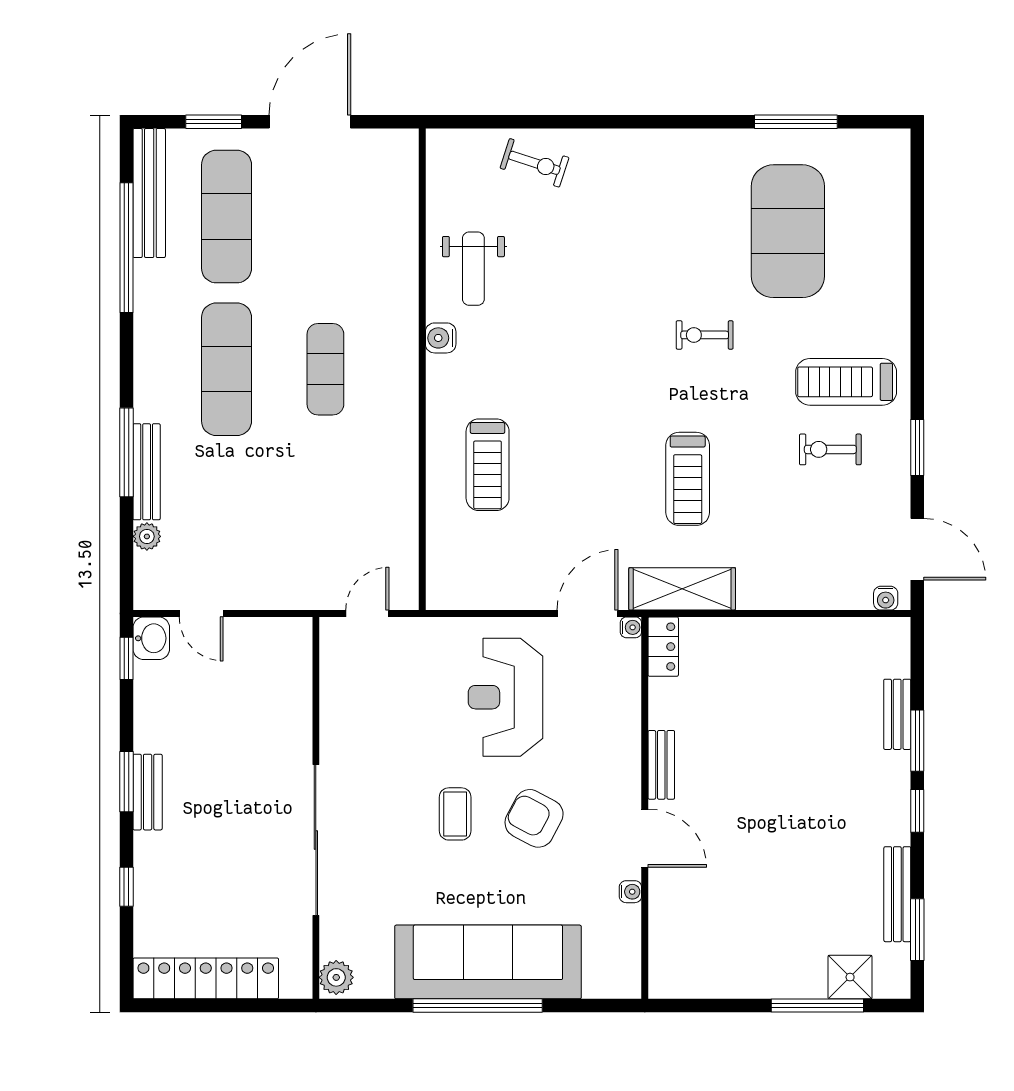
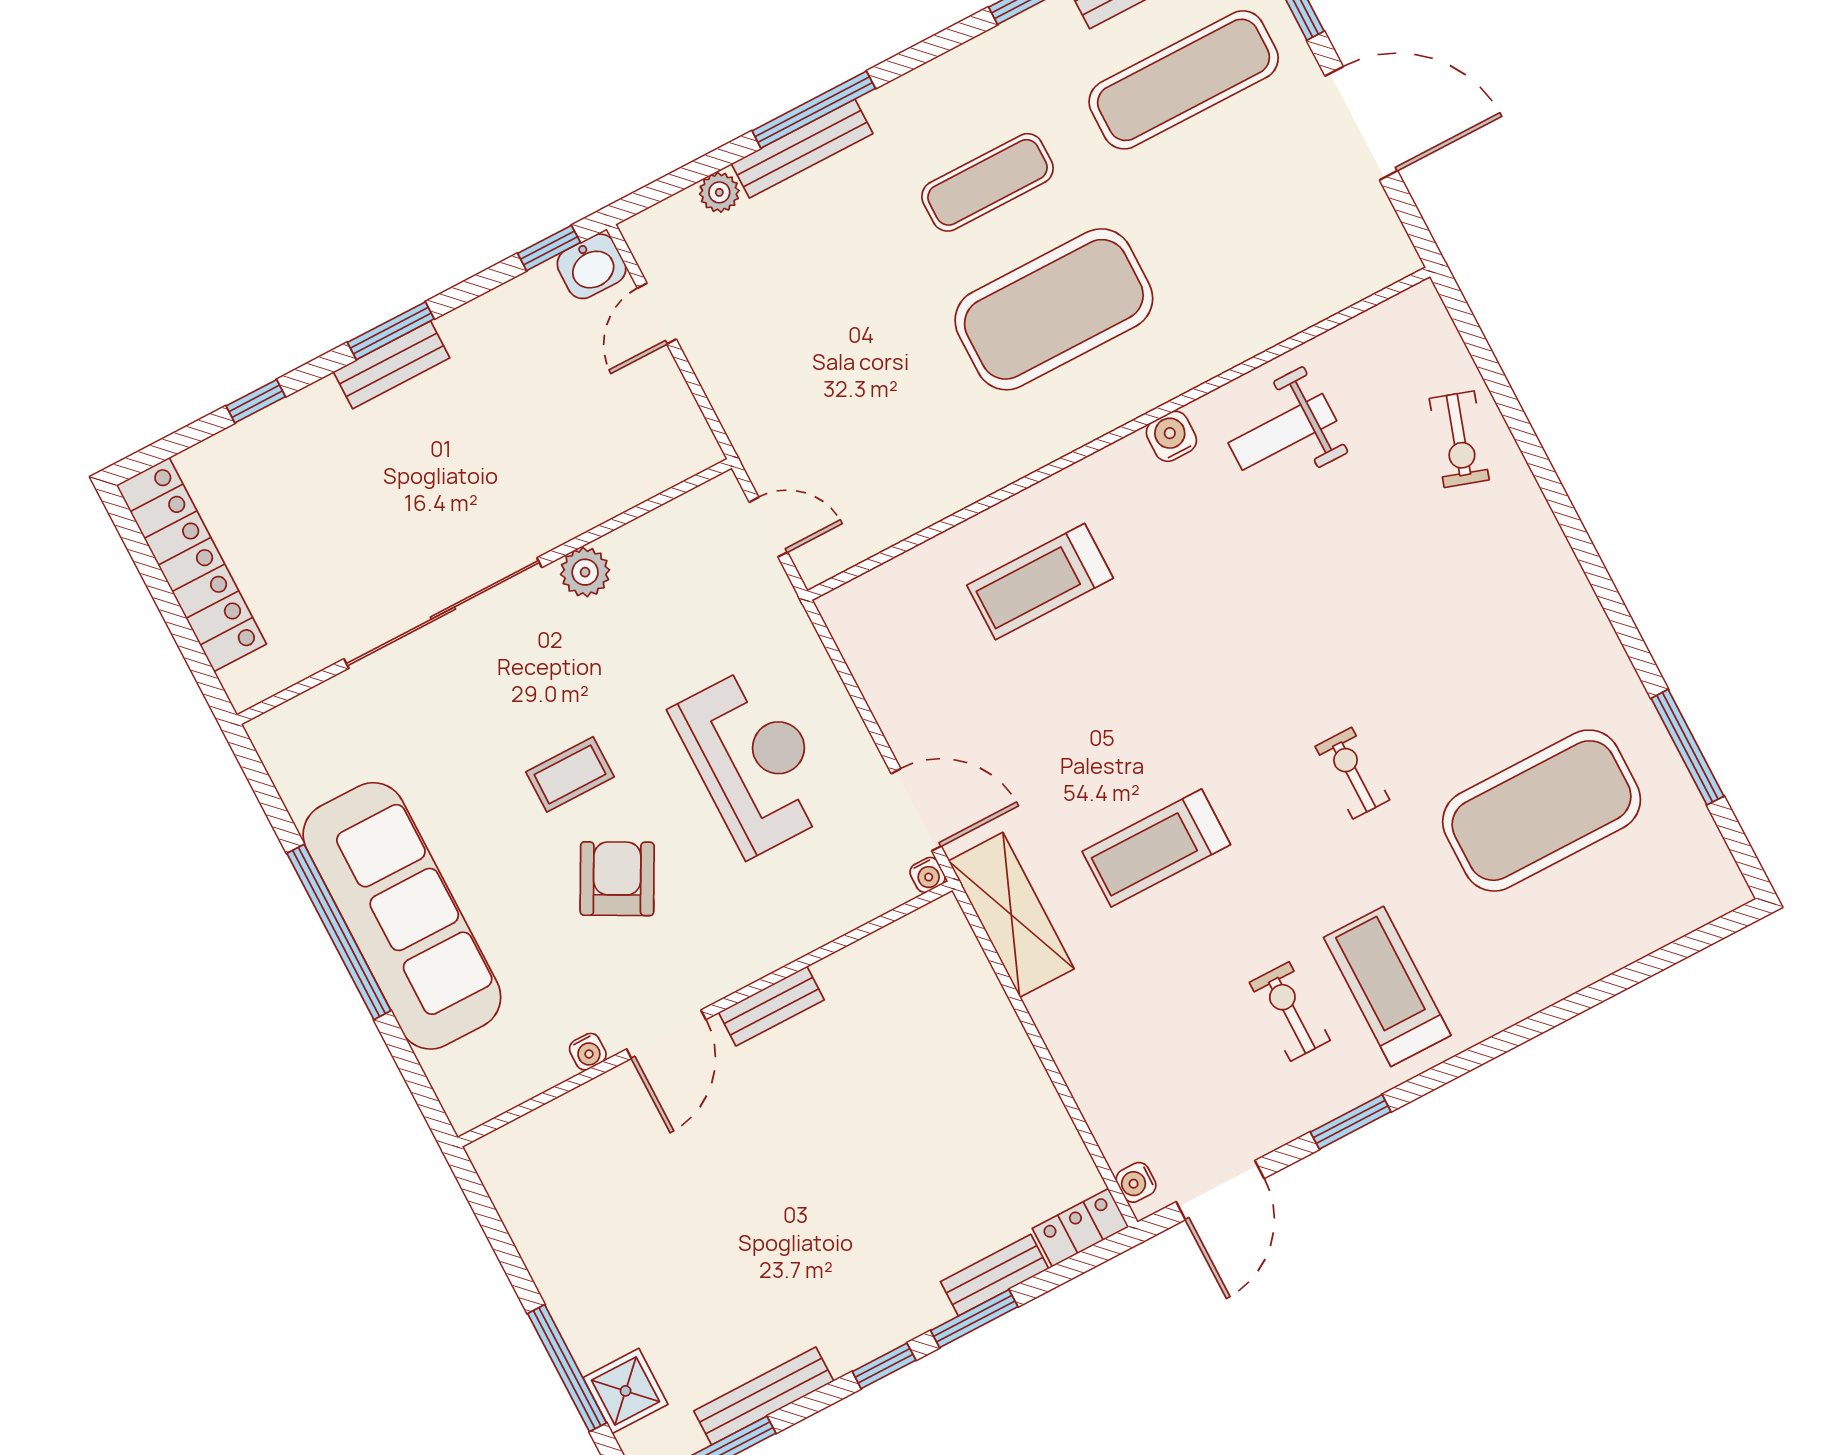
exercise mat: (227, 369) -> (987, 182), width x0.73, depth x0.69
exercise mat: (325, 369) -> (1054, 309), width x2.00, depth x1.45
locker: (663, 647) -> (1080, 1228), moved, turned 180
reception desk: (506, 697) -> (754, 761), turned 90
plant: (336, 977) -> (585, 572), moved

